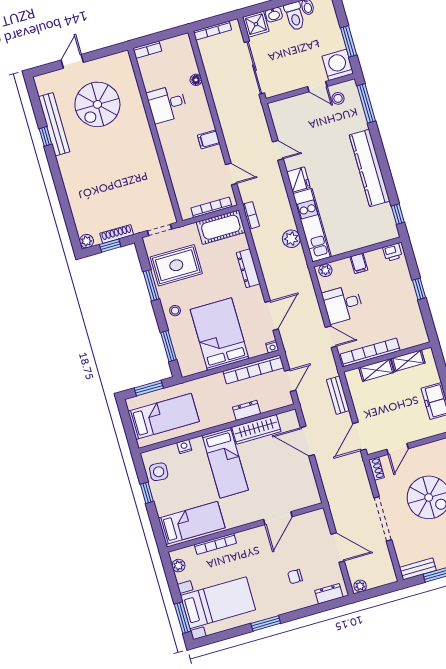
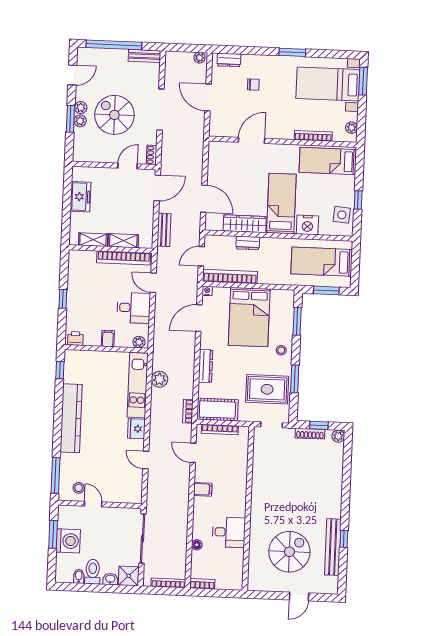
bookcase: (147, 50) -> (202, 584), moved
washing machine: (338, 65) -> (68, 541), moved, turned -90
nightstand: (184, 447) -> (307, 225), width x1.89, depth x1.79

